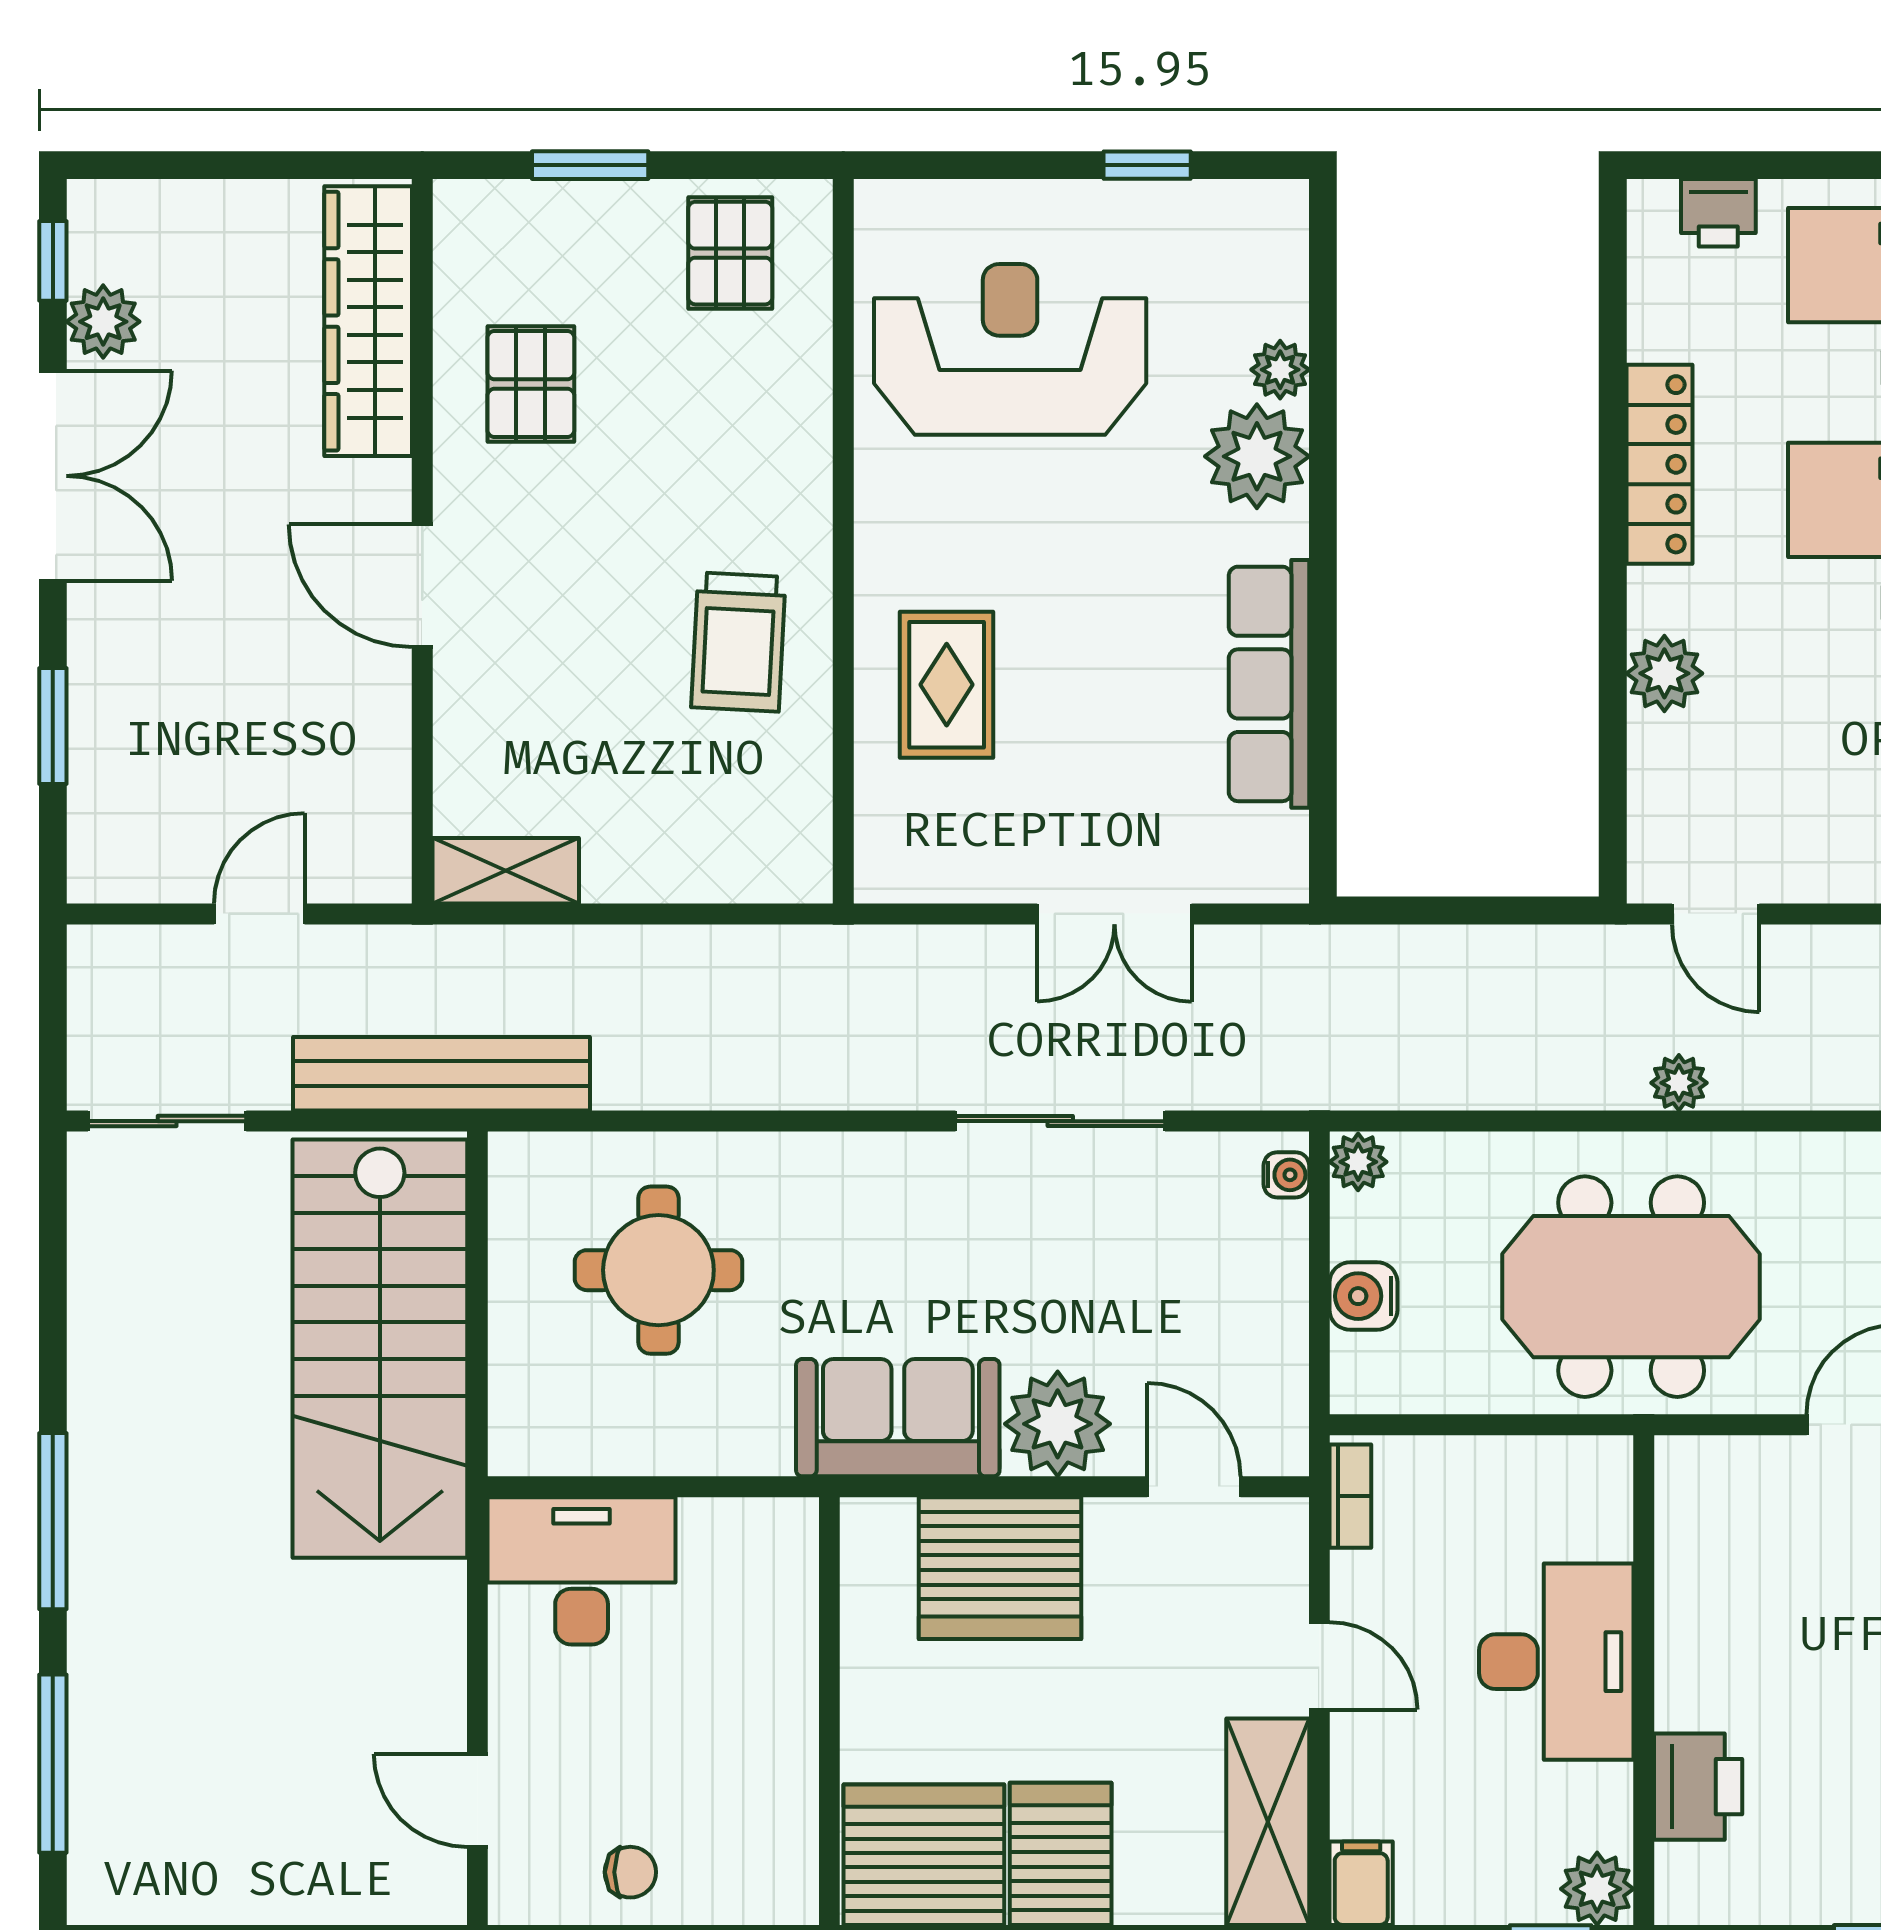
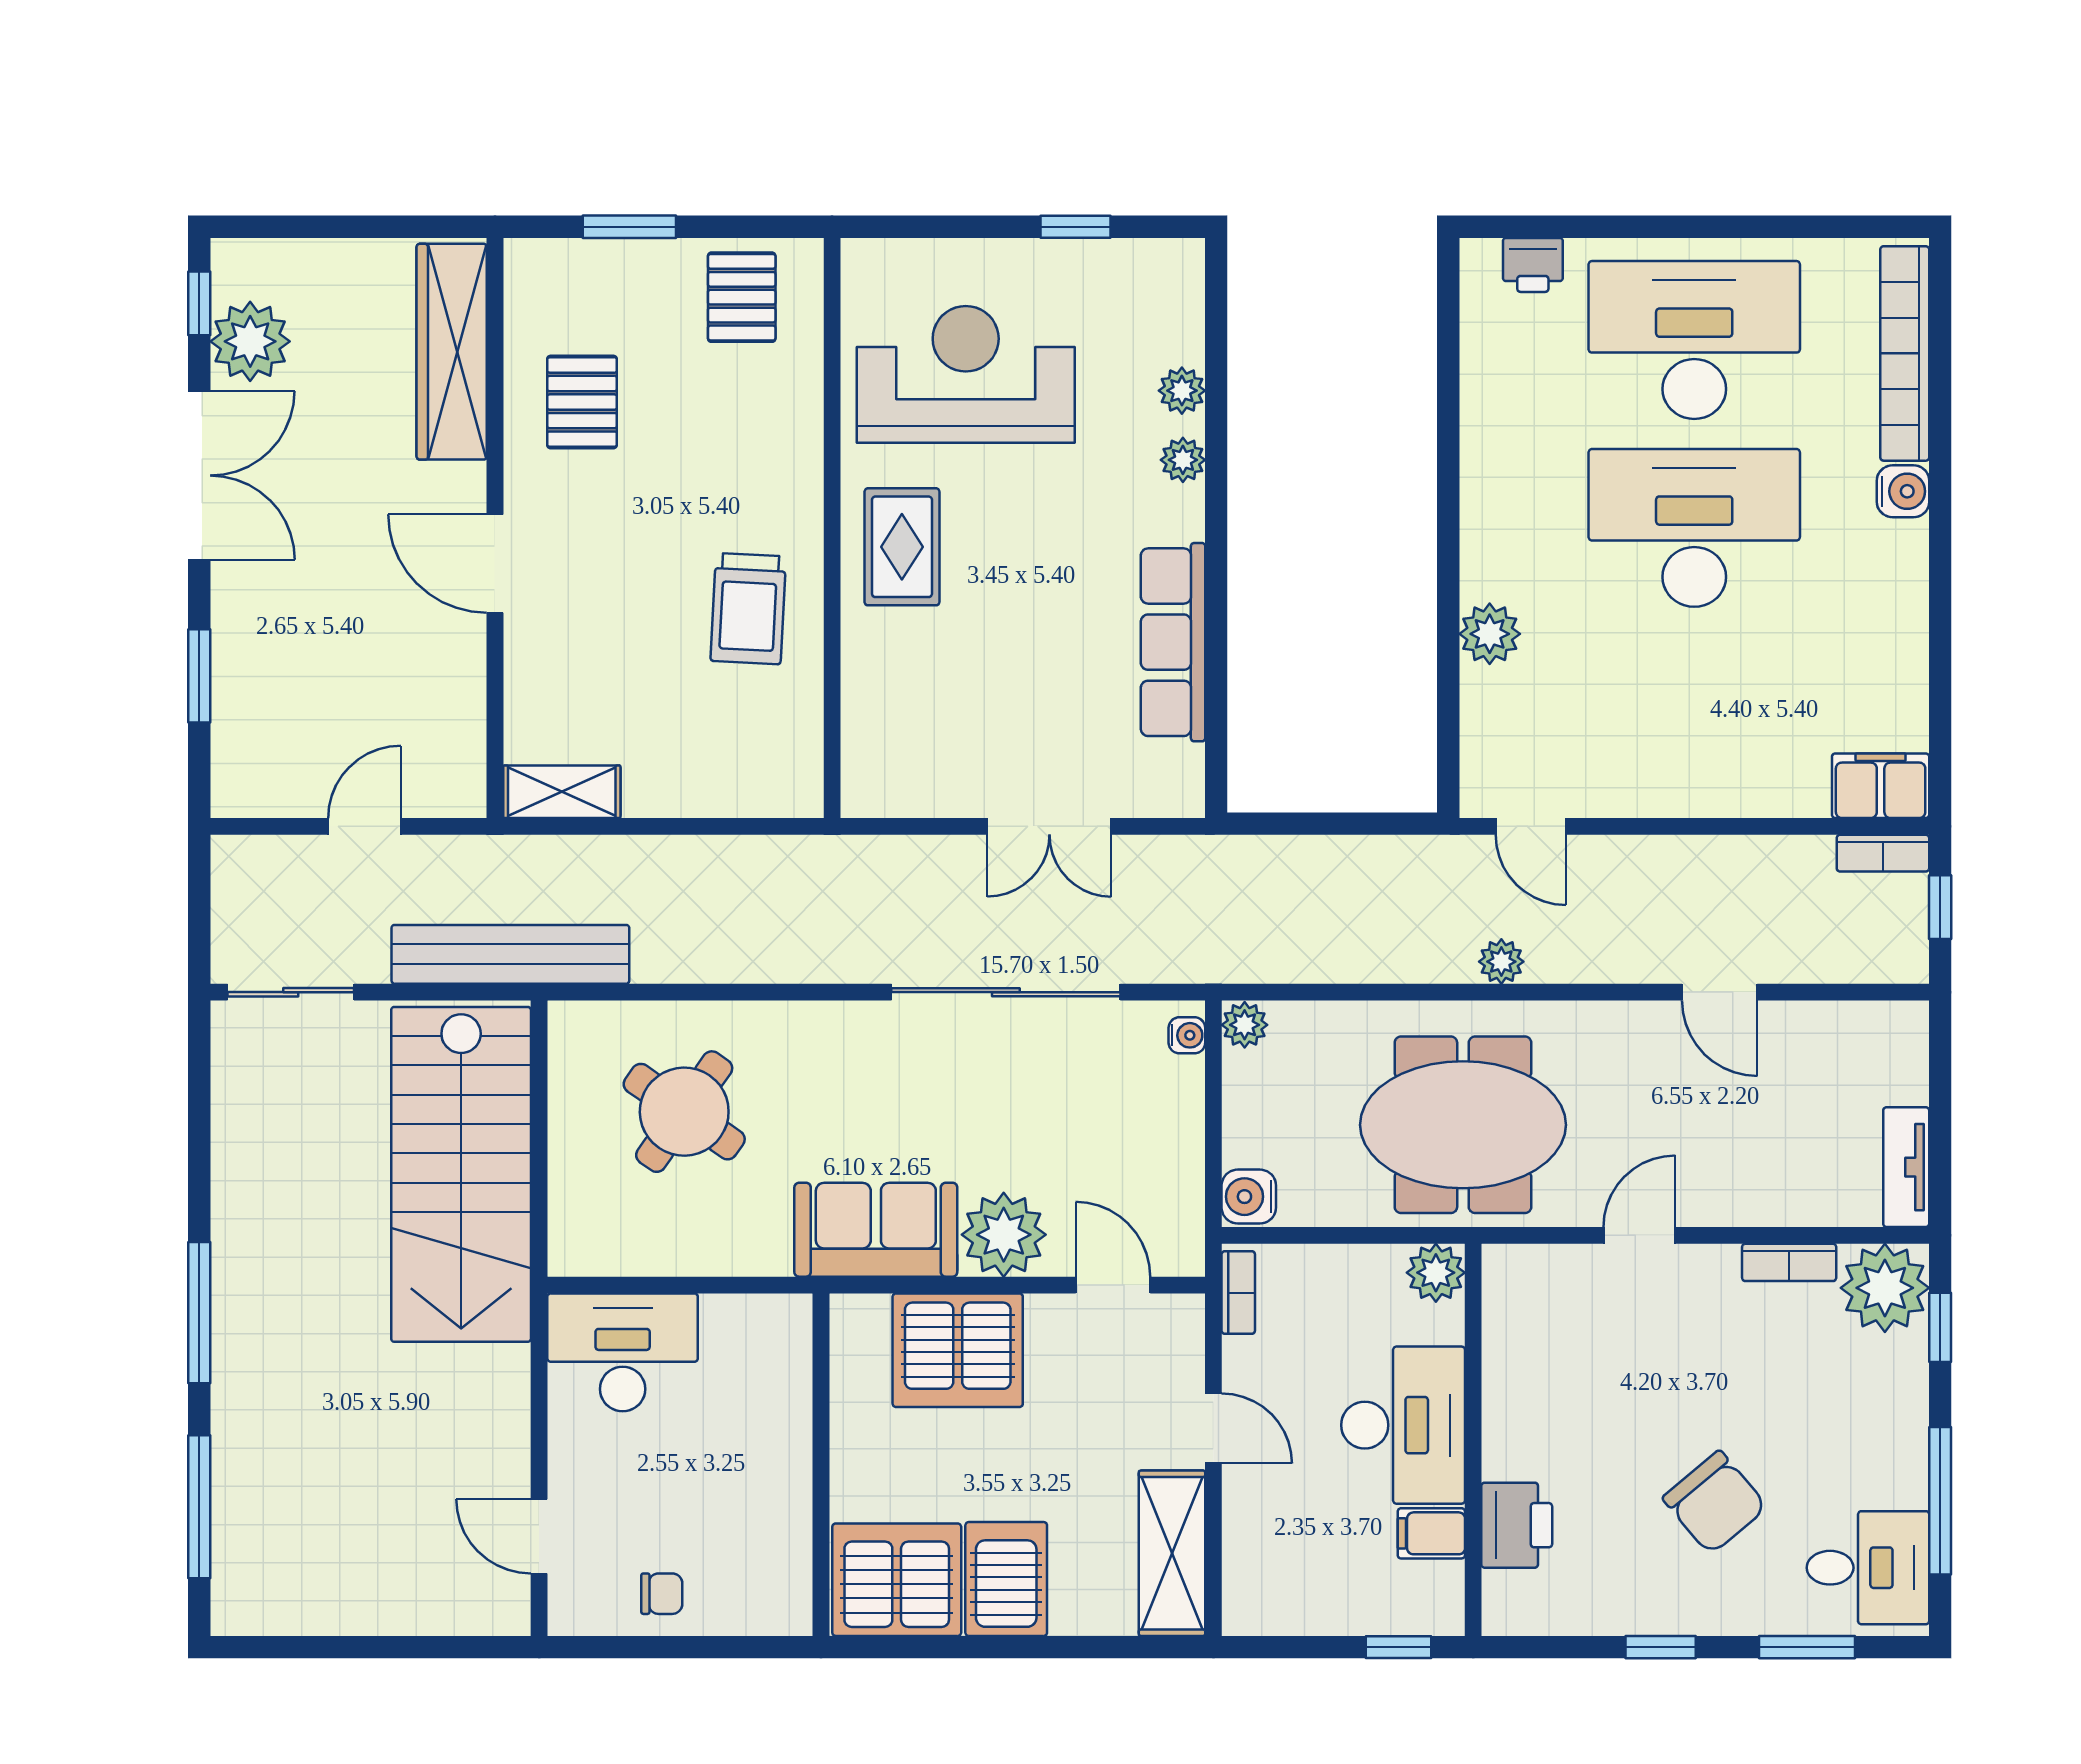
plant: (103, 322) -> (250, 341), width x1.36, depth x1.36
plant: (1257, 456) -> (1183, 460), width x0.53, depth x0.53
locker: (1659, 464) -> (1486, 466), removed
rug: (947, 685) -> (902, 547), moved
sliding door: (1060, 1121) -> (1006, 992), width x1.36
round table: (658, 1270) -> (684, 1112), turned 35
water cooler: (1364, 1296) -> (1249, 1197), moved
filing cabinet: (1361, 1883) -> (1431, 1533), moved, turned -90
plant: (1597, 1889) -> (1436, 1273), moved

